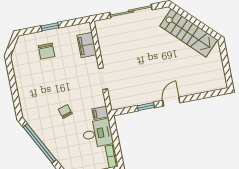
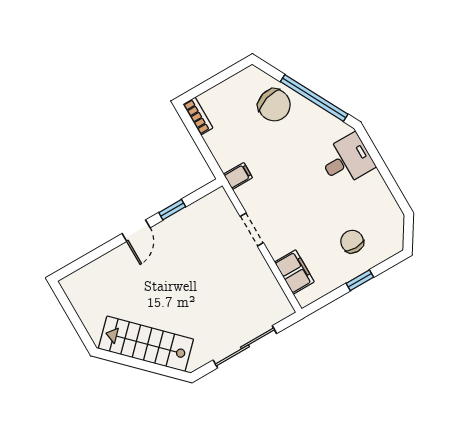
chair: (65, 111) -> (274, 105), moved, width x1.87, depth x1.87
desk: (97, 133) -> (347, 160), moved, turned 180

